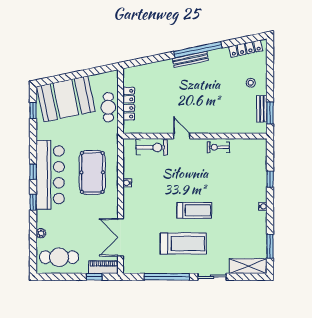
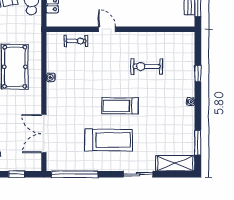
exercise bike: (152, 147) -> (76, 41), width x0.73, depth x0.72
exercise bike: (218, 147) -> (147, 66), moved, width x1.38, depth x1.39
treadmill: (194, 210) -> (120, 106), turned 180
piano: (103, 267) -> (26, 164), removed
window: (167, 277) -> (75, 174), moved

